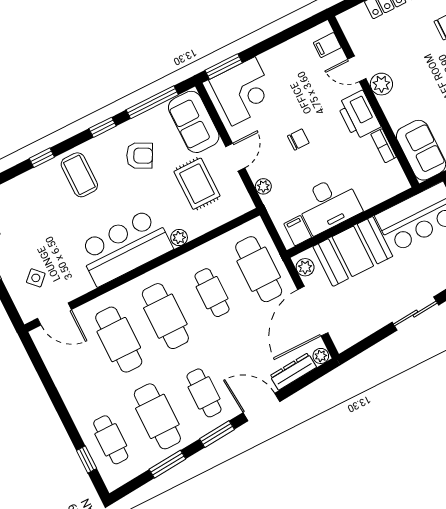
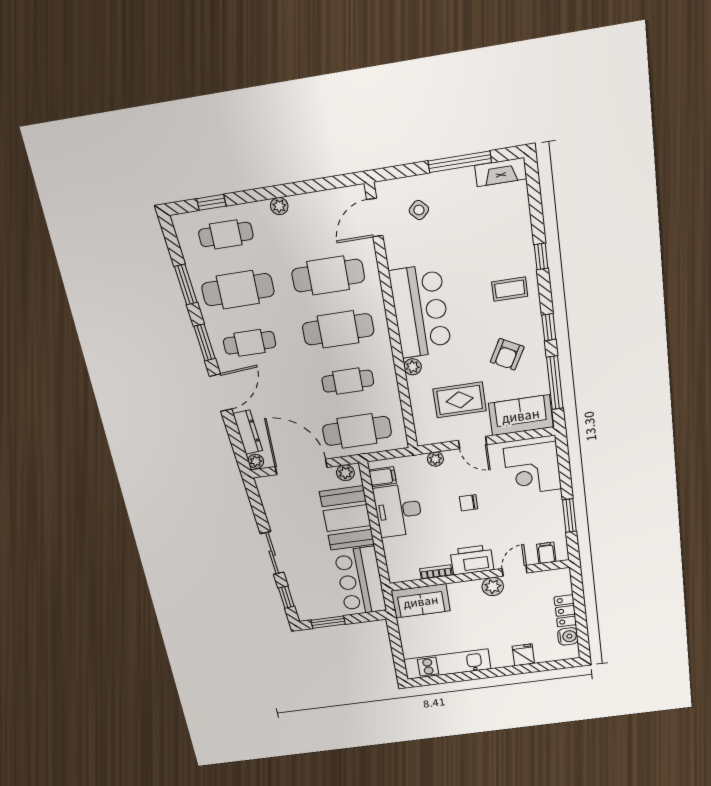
window: (224, 66) -> (569, 516), moved
chair: (298, 139) -> (469, 503), turned 90
coffee table: (79, 175) -> (510, 289), width x0.73, depth x0.77
plant: (71, 400) -> (279, 206), added

